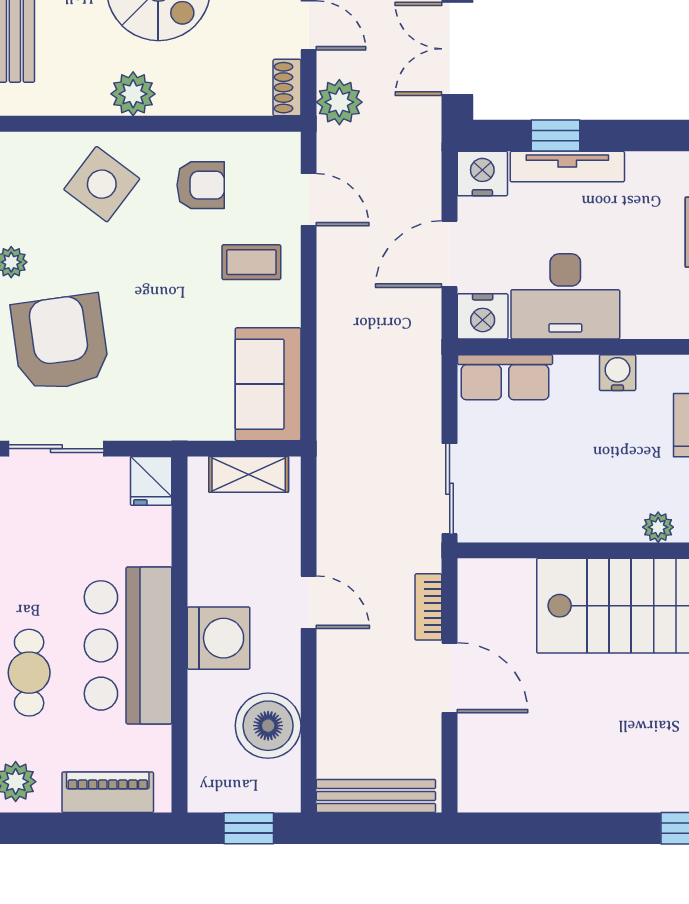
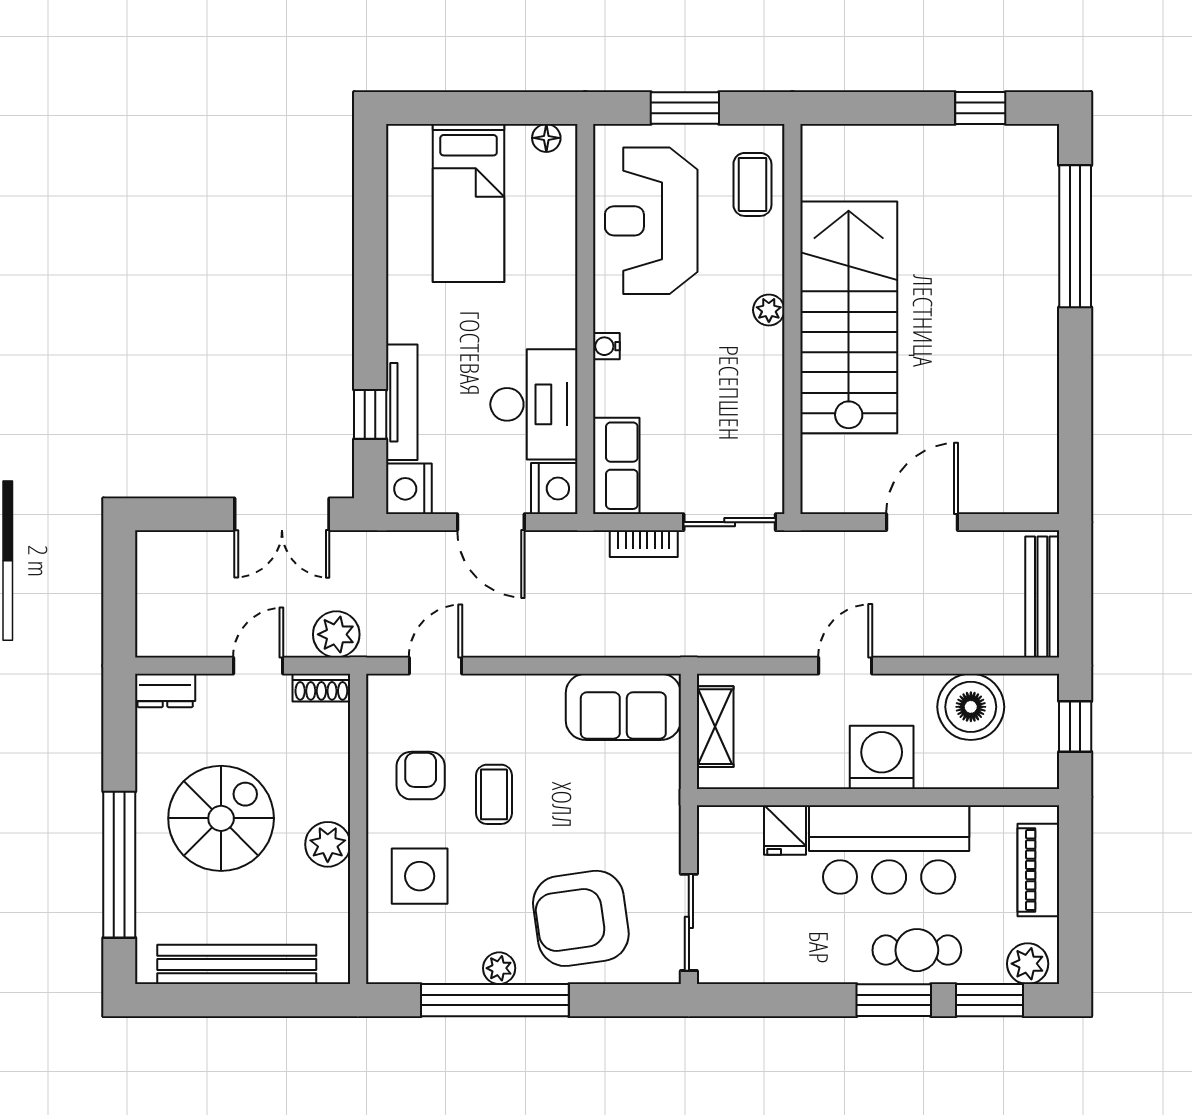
side table: (102, 184) -> (420, 876), turned -37
coffee table: (251, 262) -> (494, 794), moved
water cooler: (618, 373) -> (606, 346), width x0.72, depth x0.72
fridge: (151, 481) -> (785, 830), moved, turned 90
bookcase: (428, 607) -> (644, 544), moved

